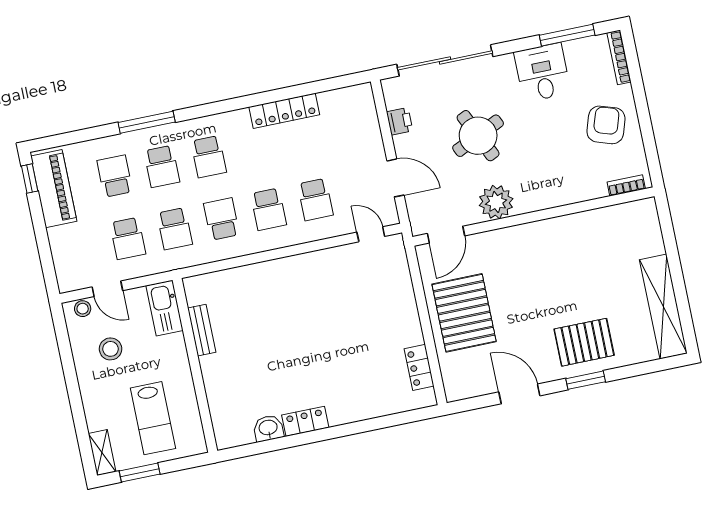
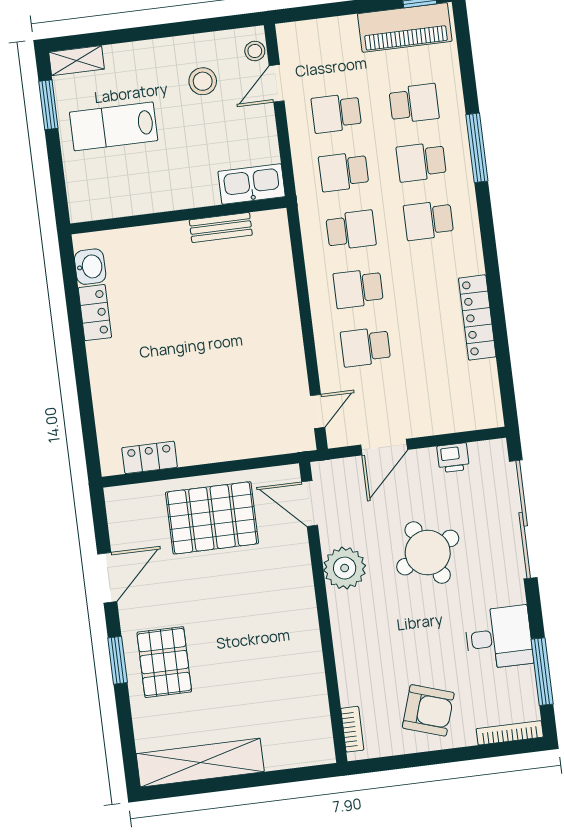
kitchen sink: (164, 308) -> (252, 184), moved
bench: (202, 330) -> (221, 228), moved
wall: (195, 365) -> (178, 216), moved

